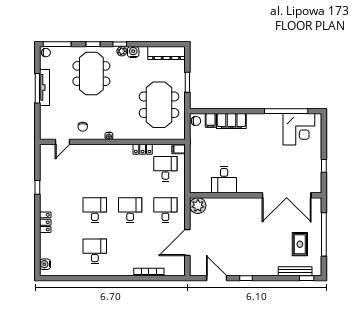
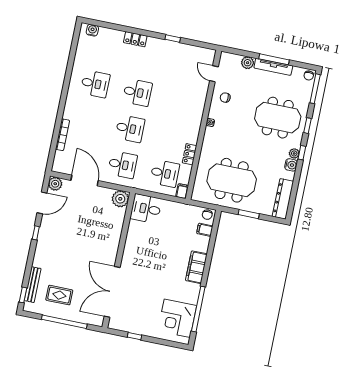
plant: (46, 112) -> (248, 63), added
filing cabinet: (231, 121) -> (196, 267), moved
desk: (224, 180) -> (146, 209), moved
plant: (196, 269) -> (55, 184), added

